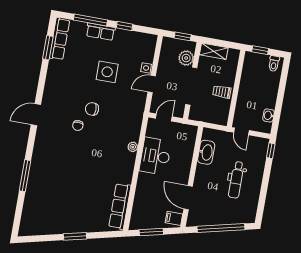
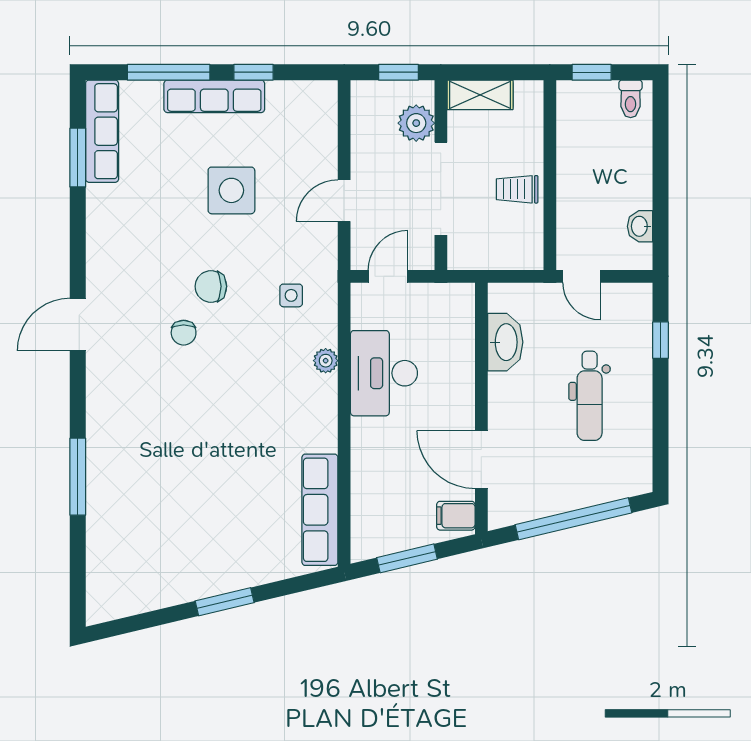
row of seats: (100, 32) -> (214, 96), width x1.48
side table: (146, 68) -> (291, 295), moved
window: (271, 151) -> (660, 340), moved

